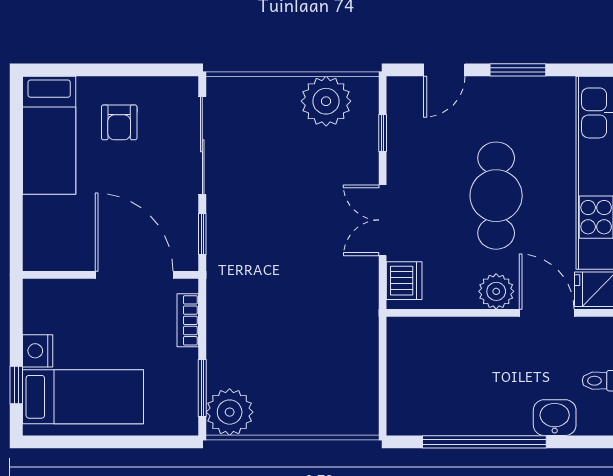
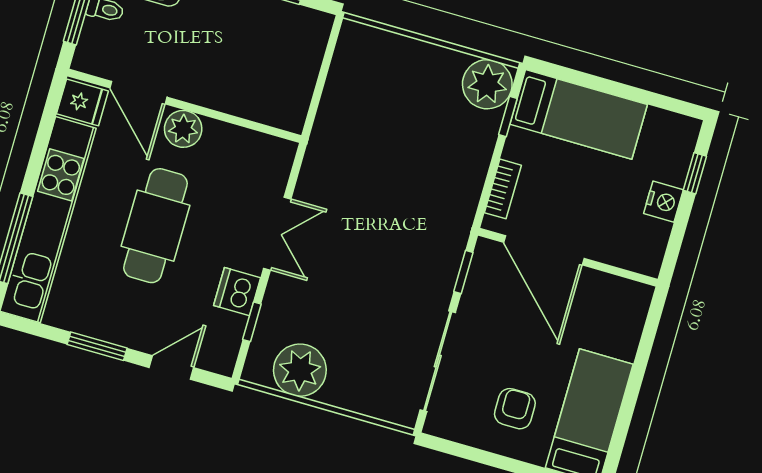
dishwasher: (404, 281) -> (237, 292), moved
window: (202, 388) -> (508, 116), width x0.67
bed: (83, 397) -> (579, 114), moved, turned 180

